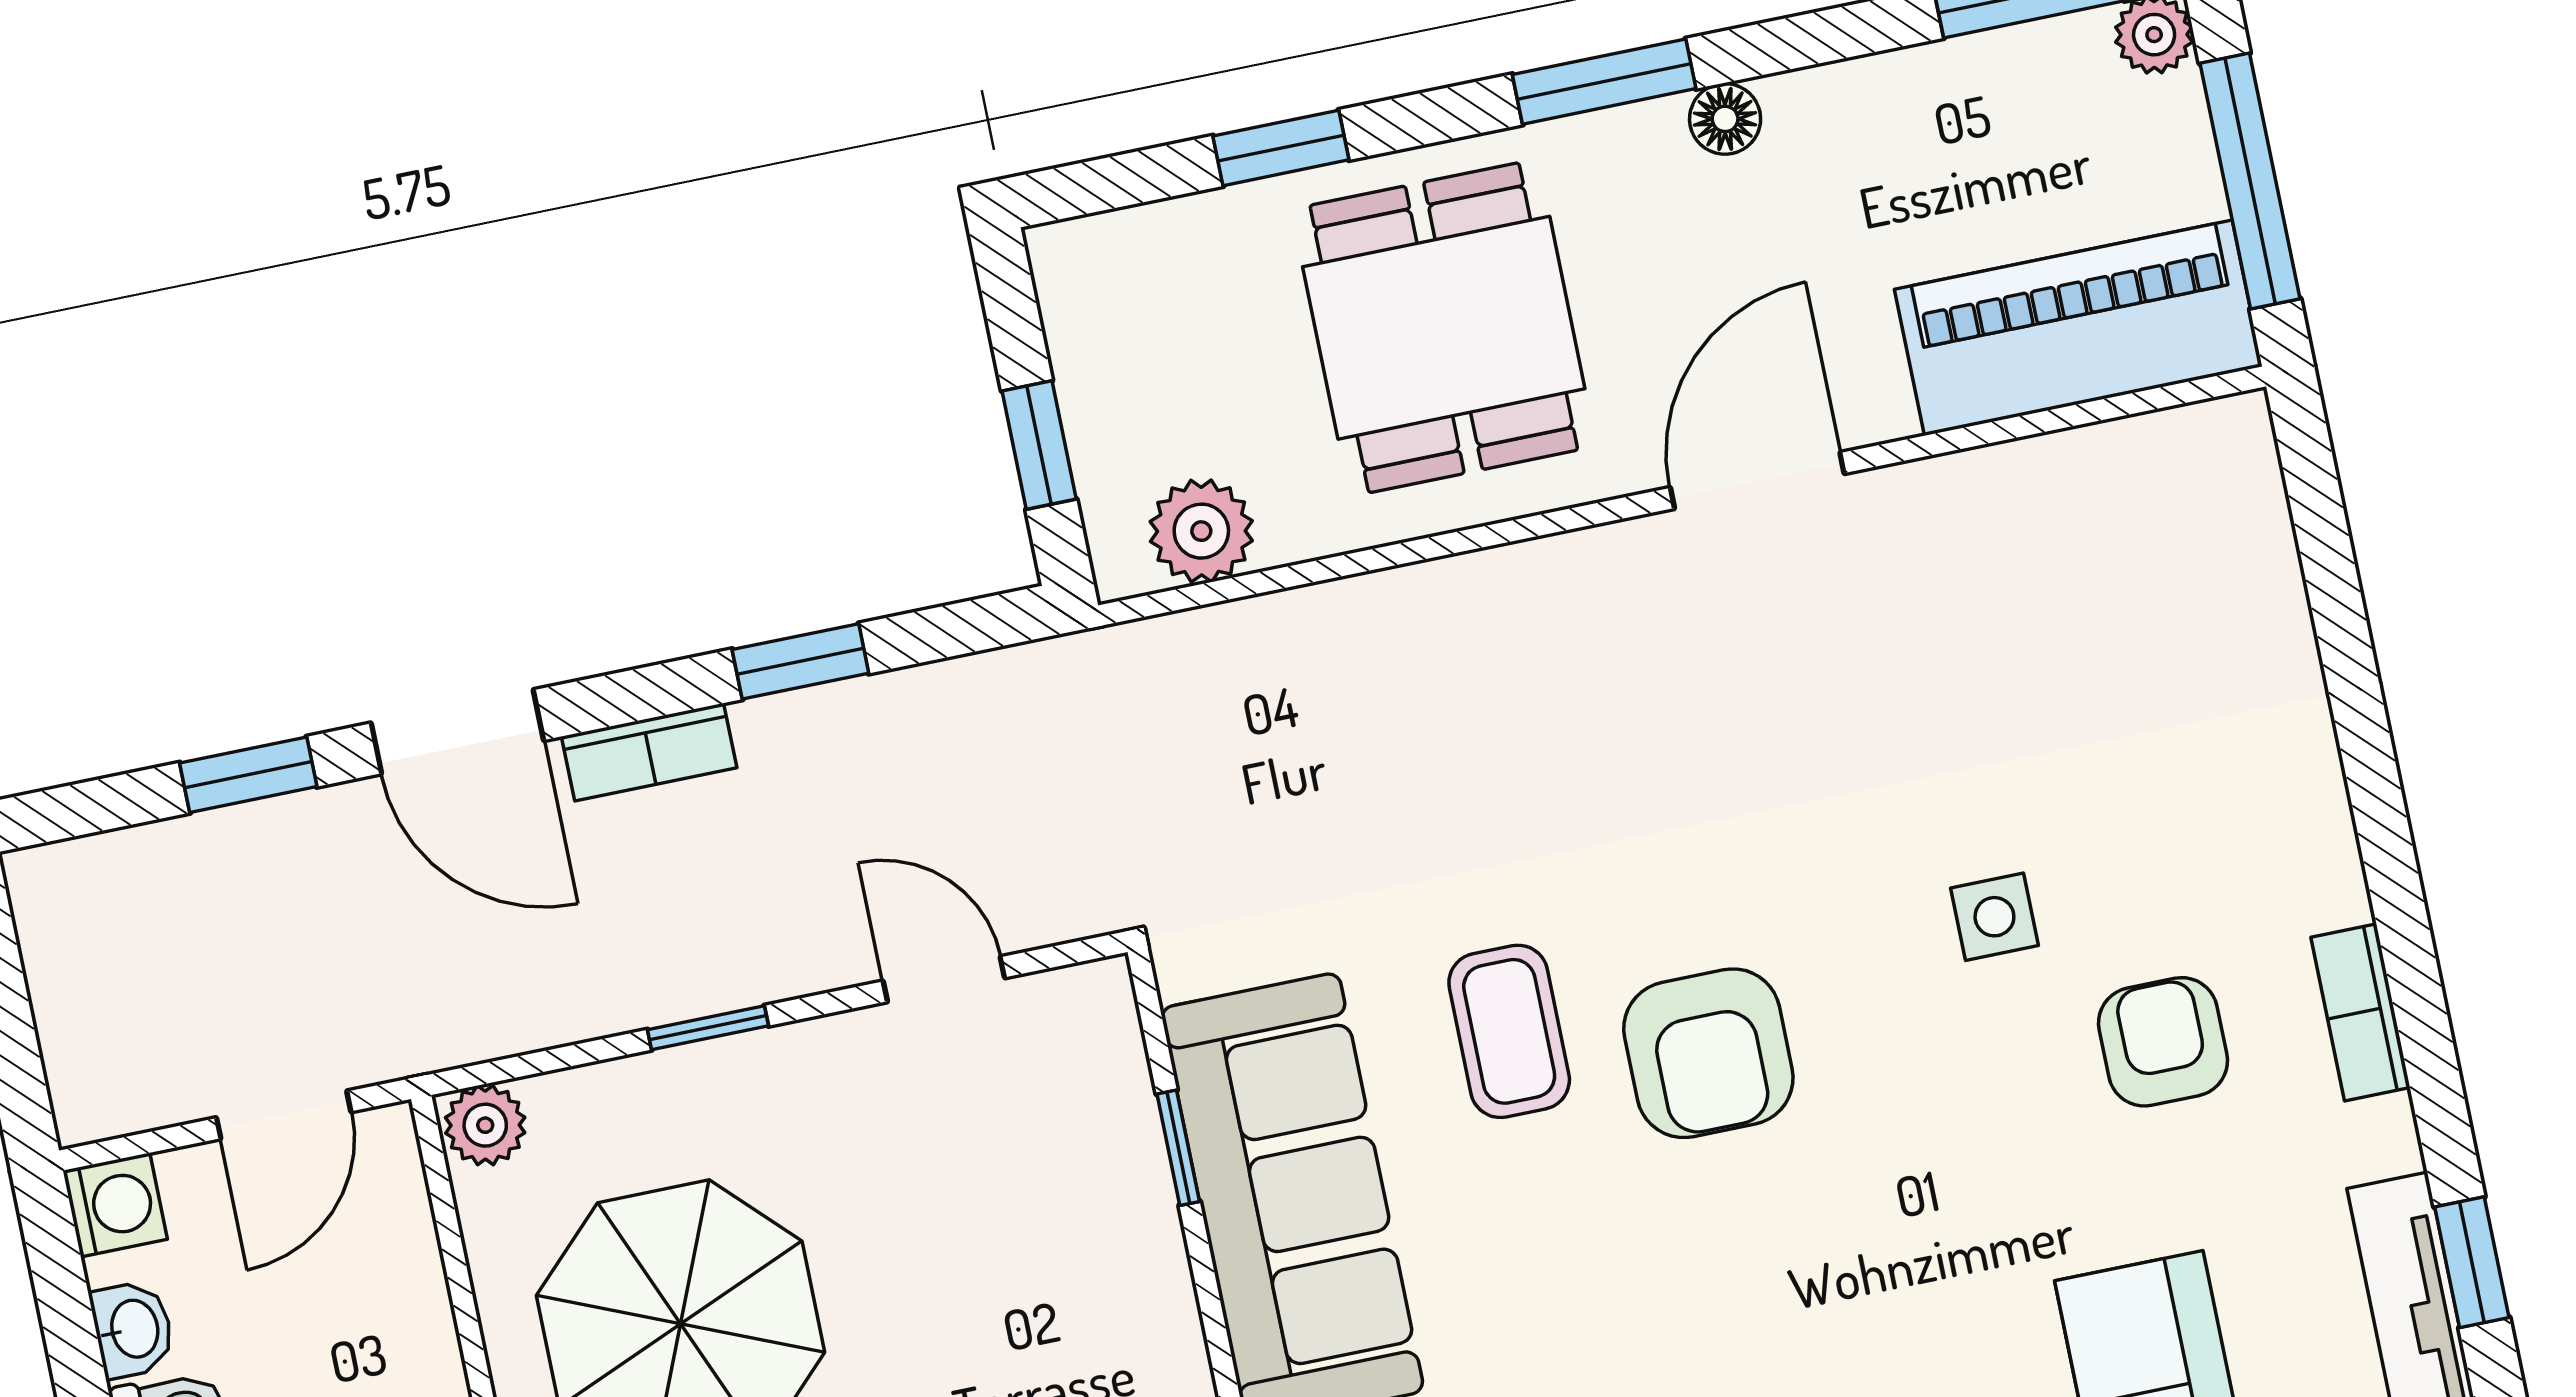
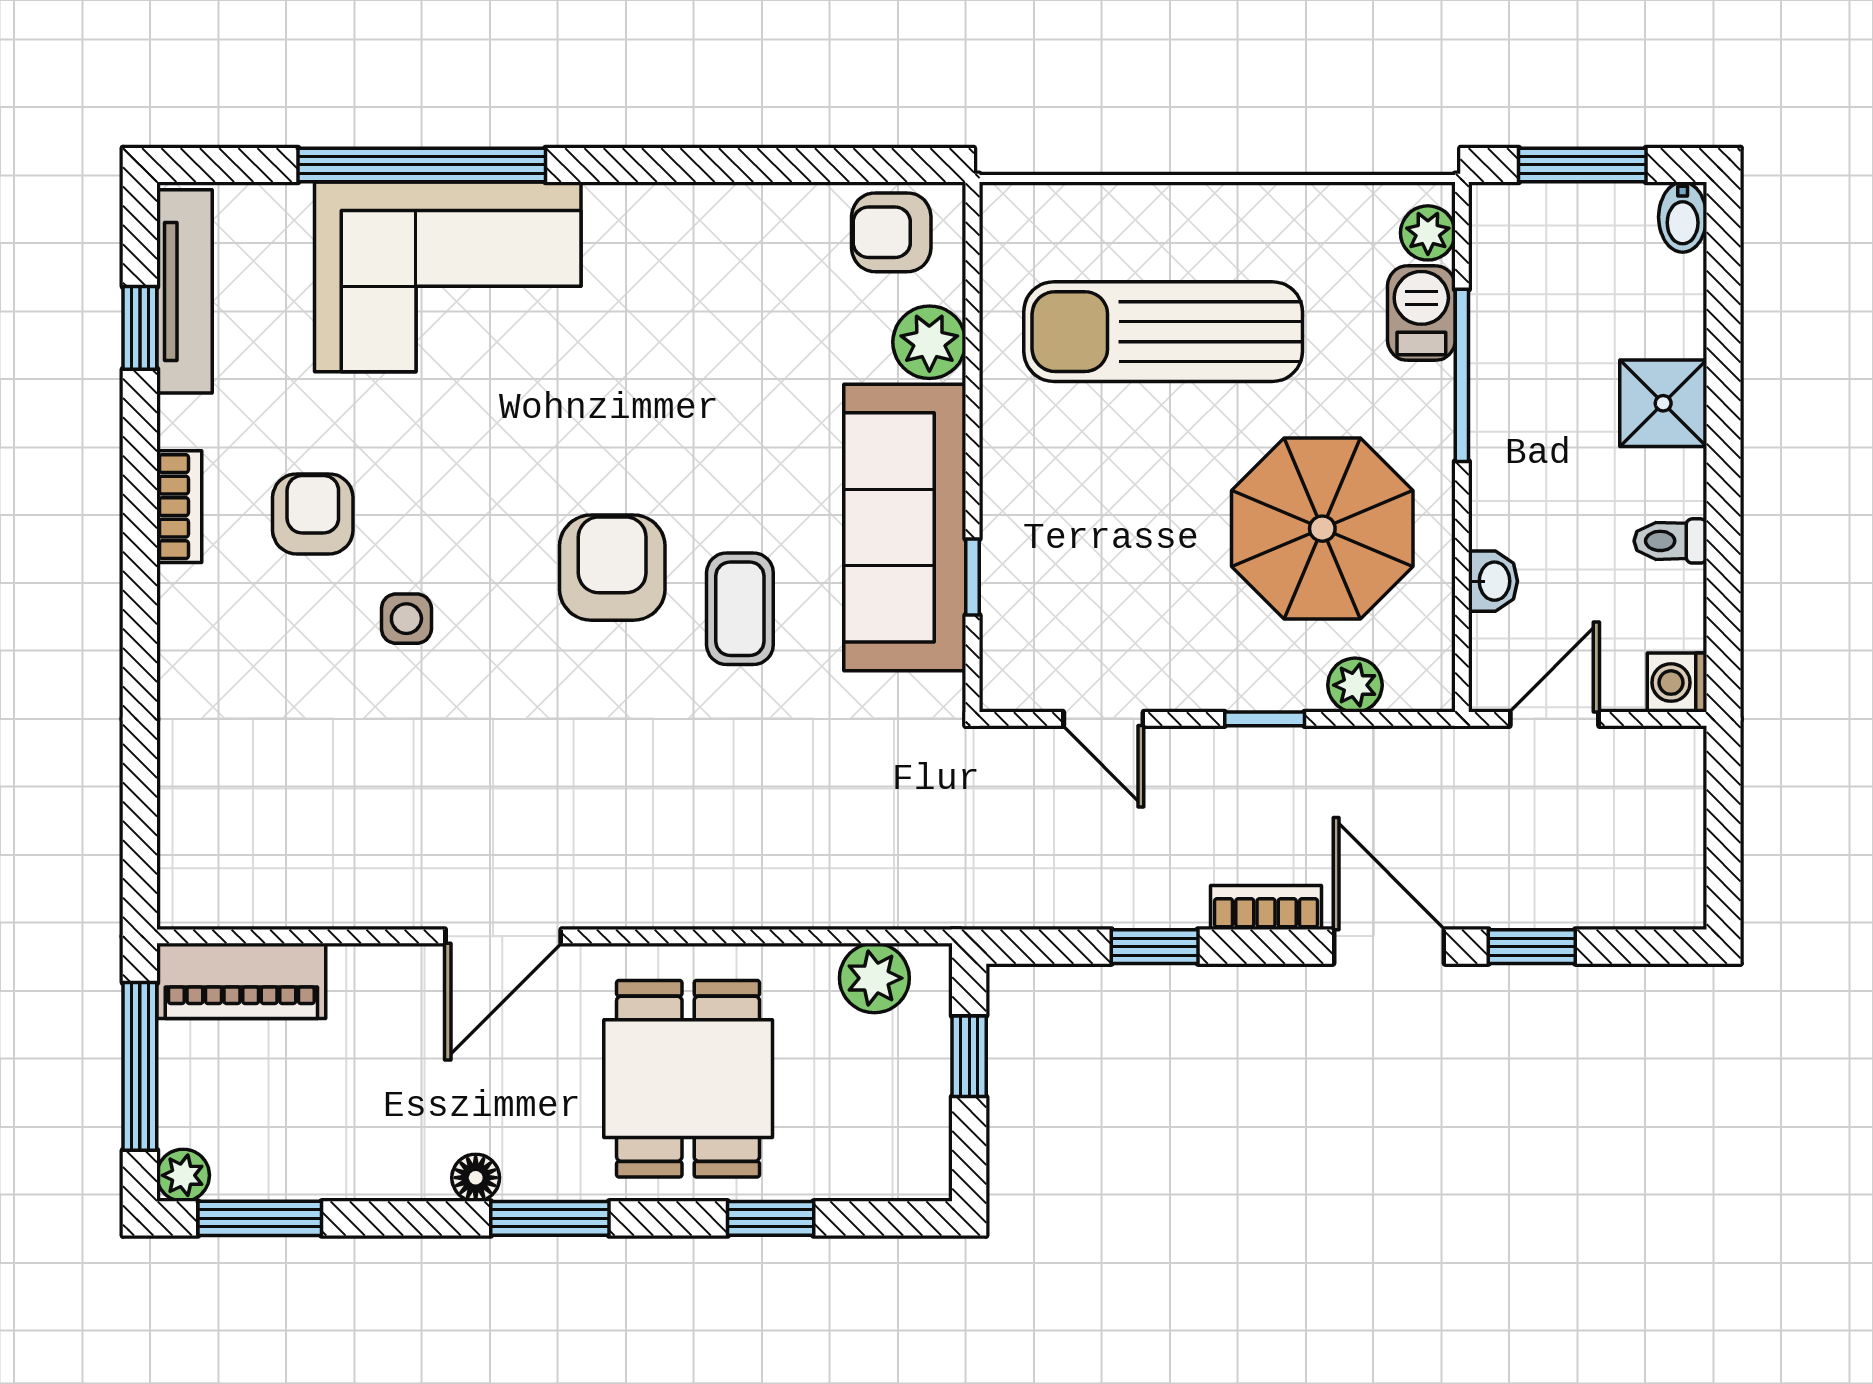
piano: (2078, 328) -> (241, 981), width x0.73, depth x0.75
armchair: (2163, 1042) -> (313, 514), turned 180
plant: (485, 1125) -> (1355, 685), moved
washbasin: (133, 1329) -> (1493, 581), moved, turned 180

